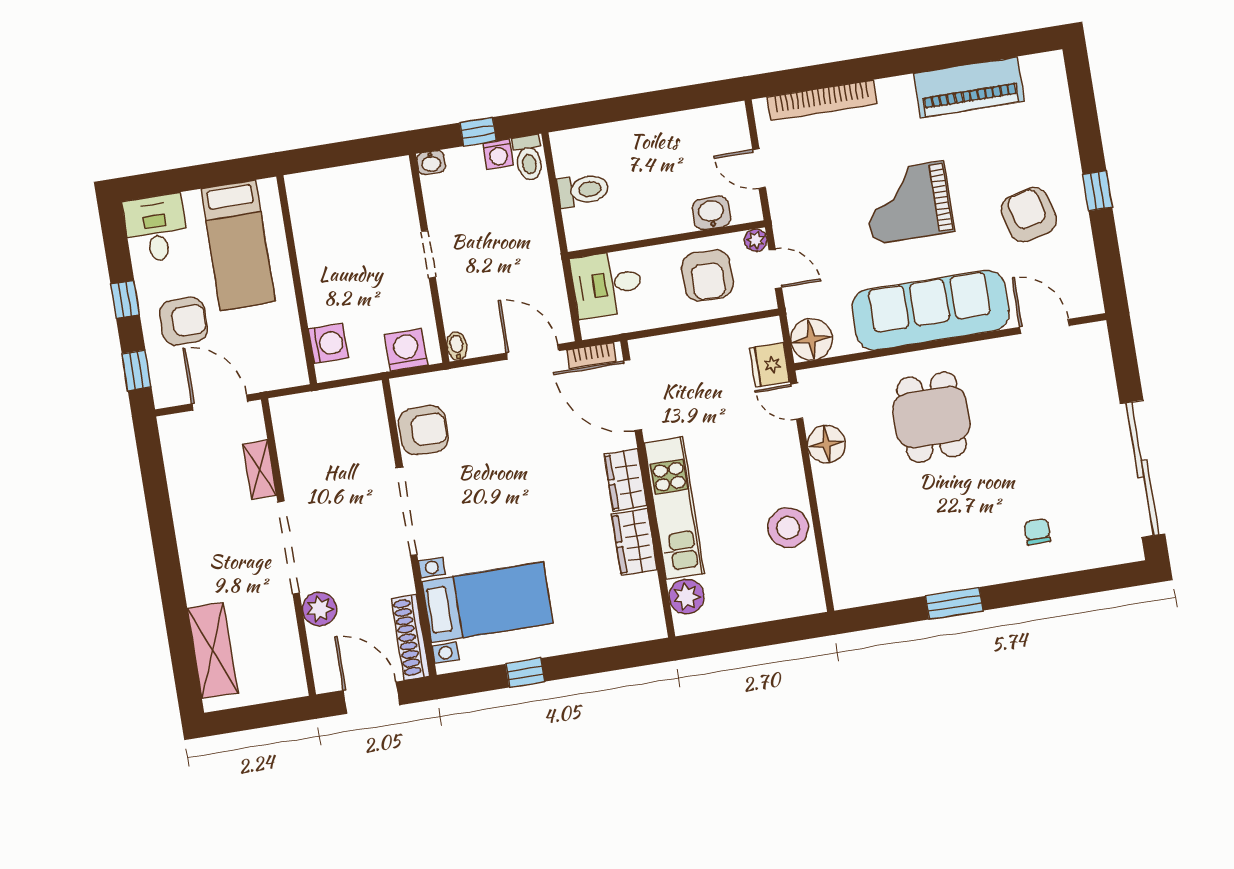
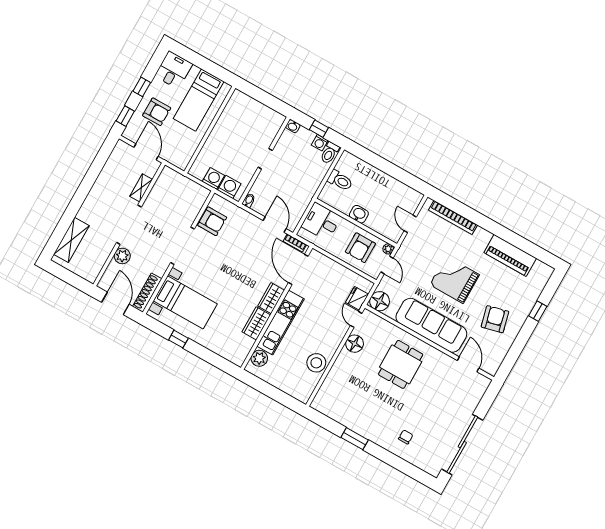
window: (1097, 191) -> (538, 311), moved
washbasin: (711, 213) -> (359, 214), moved
washing machine: (328, 343) -> (213, 179), moved, turned -90

